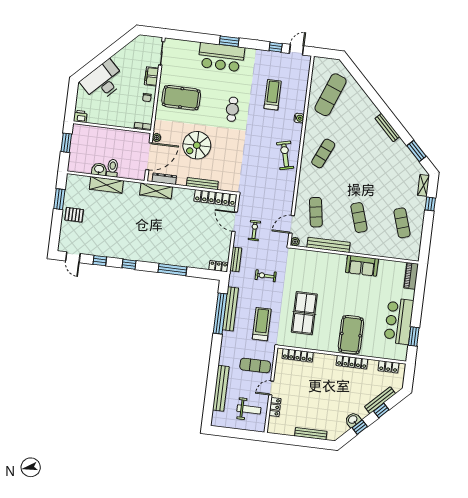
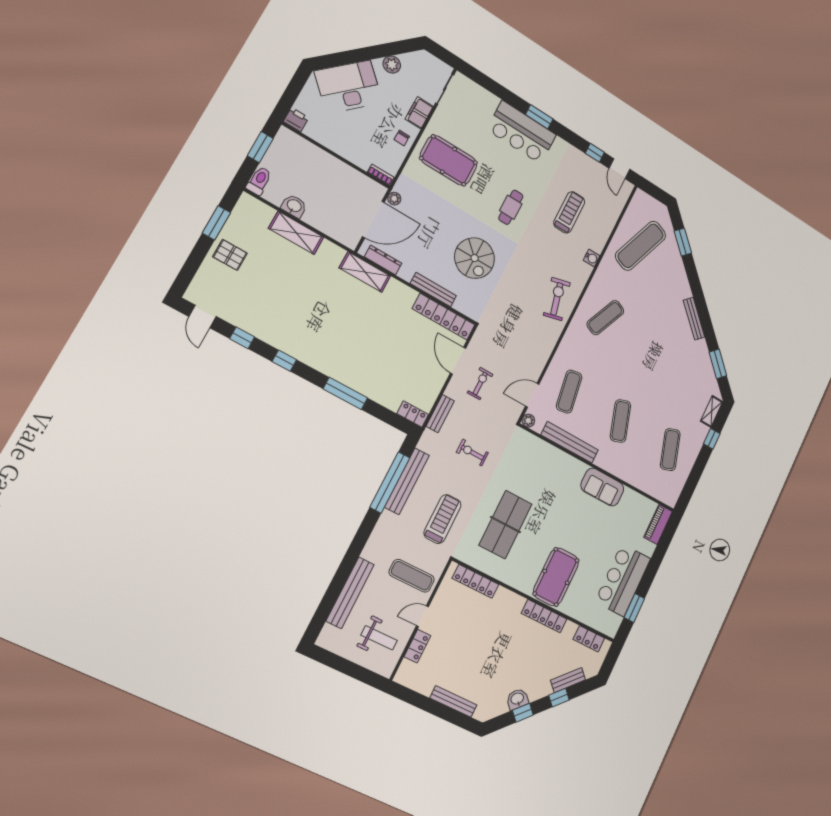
door: (296, 50) -> (619, 169), swing flipped
plant: (123, 54) -> (392, 65), added
window: (360, 79) -> (683, 242), added
spiral stairs: (197, 145) -> (475, 258), moved, turned -90
toilet: (112, 168) -> (259, 181), moved
bench: (380, 400) -> (568, 680), width x0.73

